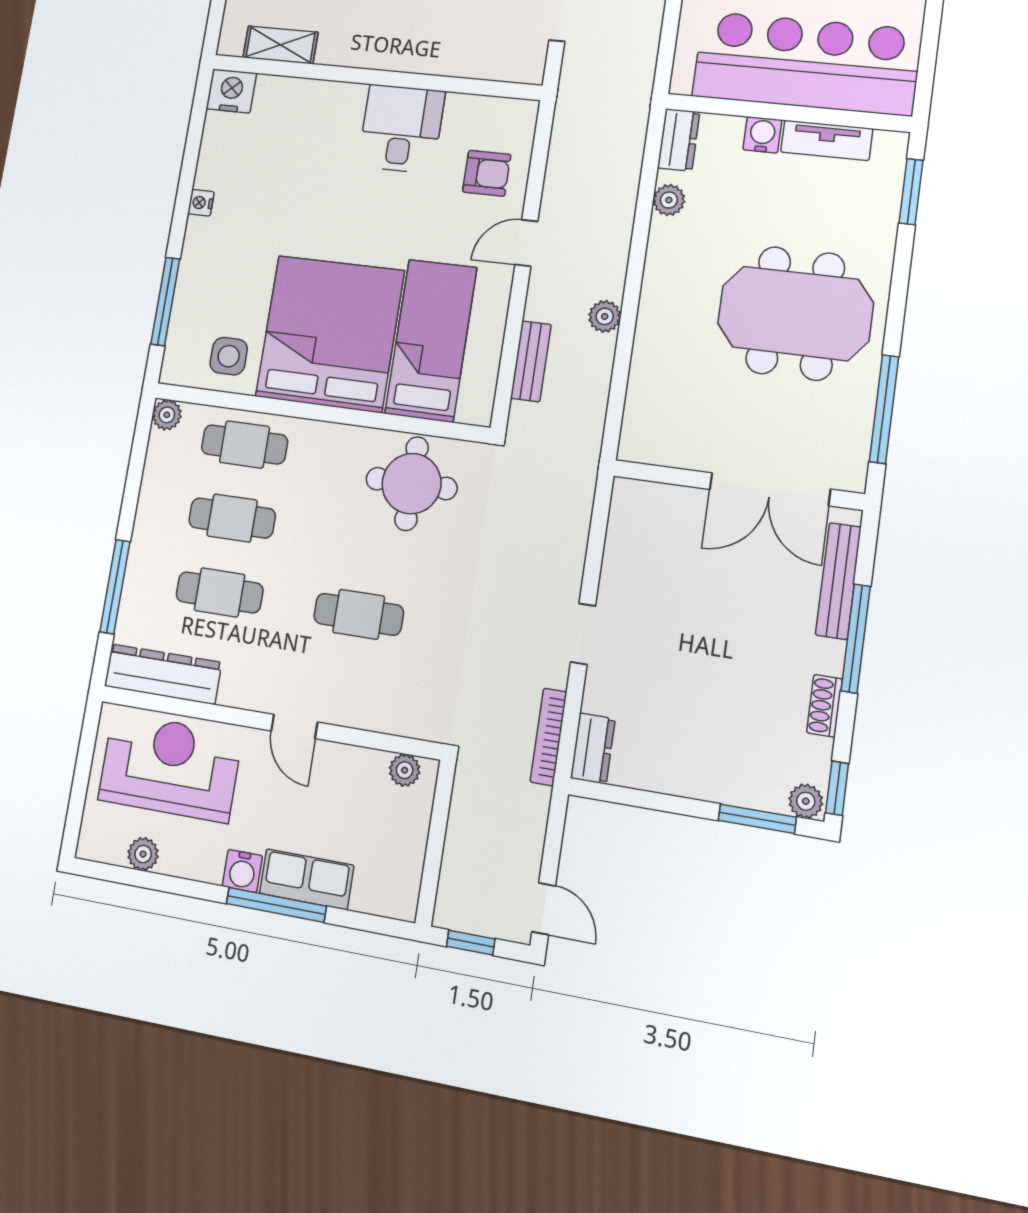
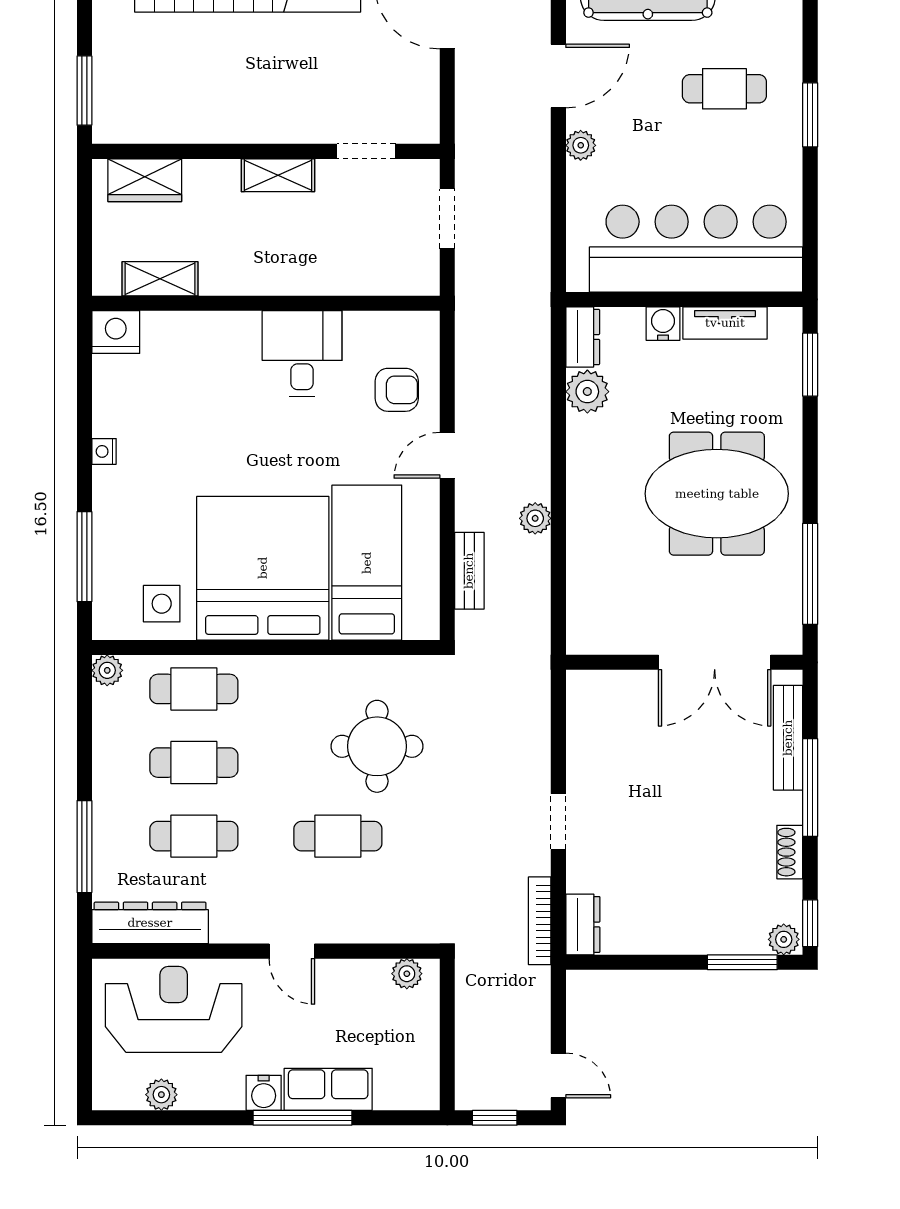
plant: (669, 200) -> (587, 392), width x1.38, depth x1.38
round table: (412, 484) -> (377, 746), moved

